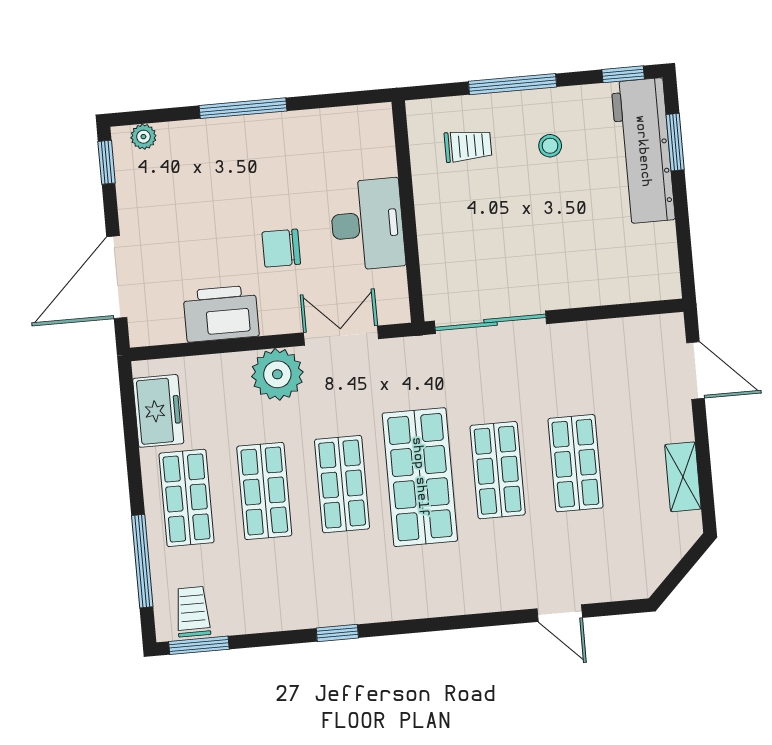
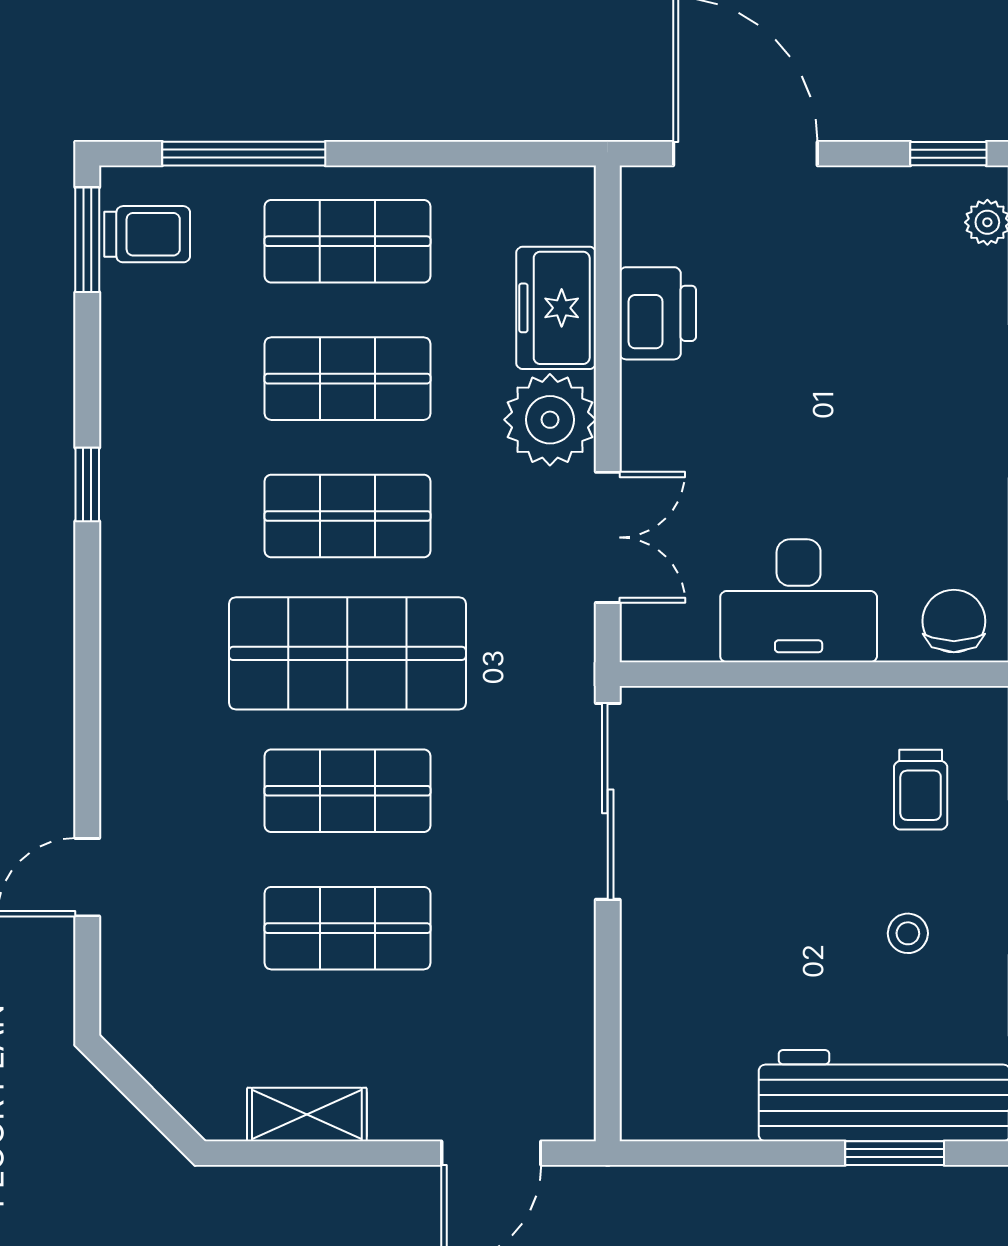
chair: (281, 248) -> (954, 621), moved
printer: (221, 314) -> (658, 313), width x0.73, depth x0.84
freezer: (158, 411) -> (556, 308), moved, turned 90

